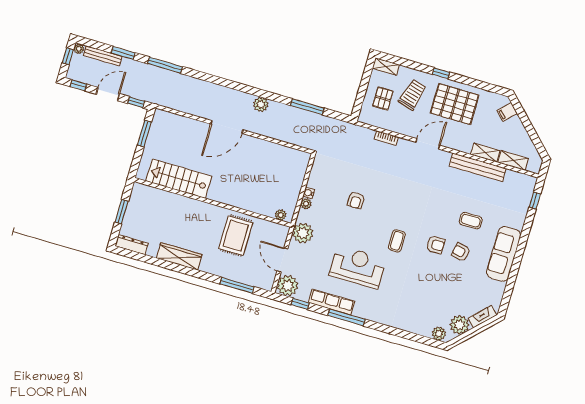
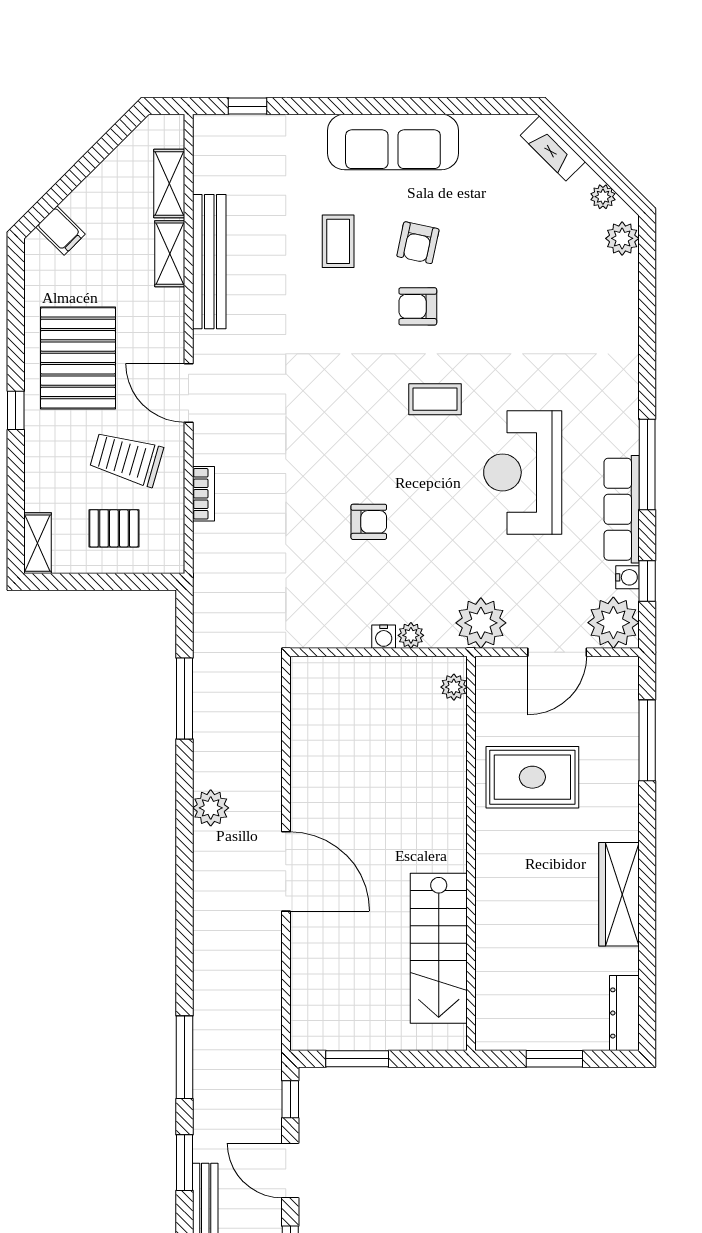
trolley: (412, 95) -> (126, 459), moved
armchair: (436, 245) -> (418, 306), turned -90
water cooler: (304, 296) -> (627, 577), added
plant: (459, 325) -> (603, 197), width x0.53, depth x0.53

